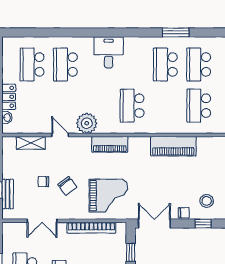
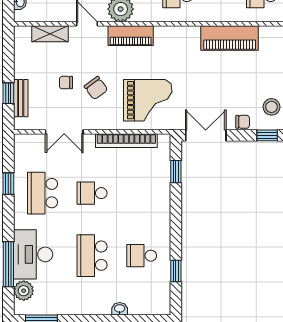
piano: (110, 144) -> (131, 36), moved

